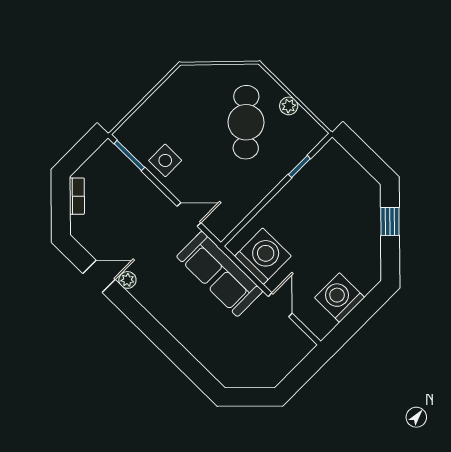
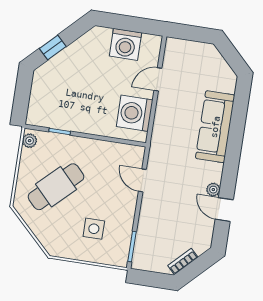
plant: (289, 106) -> (30, 141), moved
side table: (165, 160) -> (94, 229), moved
sofa: (220, 274) -> (215, 127), moved, turned 180

